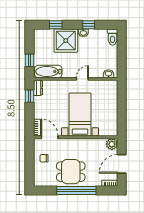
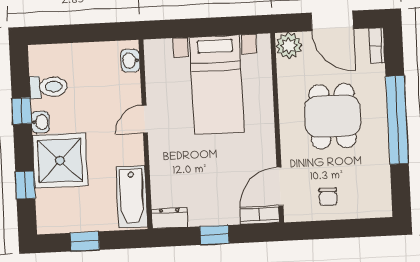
toilet: (113, 37) -> (48, 87), moved
window: (30, 60) -> (85, 241), moved
door: (82, 79) -> (145, 119), hinge flipped
window: (30, 96) -> (215, 235), moved
bed with nightstands: (80, 115) -> (217, 85), moved, turned -90
dining table: (71, 172) -> (333, 116), moved

